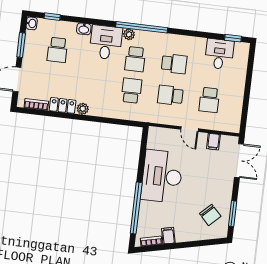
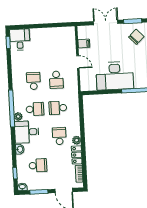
desk: (219, 54) -> (20, 40), moved, turned 90
school desk: (209, 100) -> (59, 136), moved, turned -90
door: (190, 129) -> (78, 62), hinge flipped
double door: (239, 161) -> (106, 22), moved

